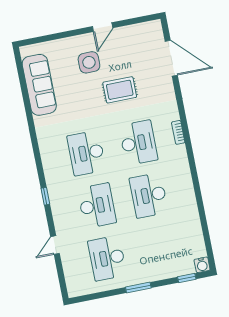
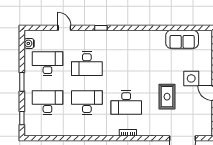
sofa: (39, 85) -> (182, 39), width x0.73
desk: (86, 153) -> (47, 103), moved
water cooler: (202, 265) -> (29, 43), moved

